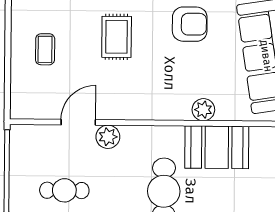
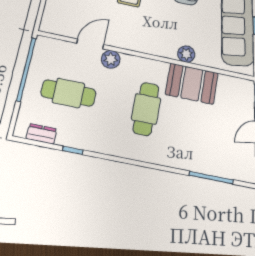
cafe table: (64, 190) -> (68, 93), width x1.37, depth x1.35

